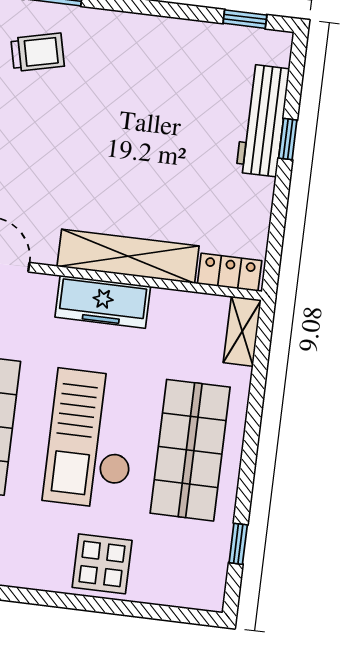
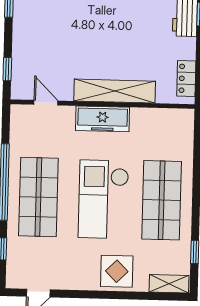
locker: (230, 272) -> (186, 78), moved, turned -90
shelving: (242, 331) -> (169, 284), moved, turned 90

